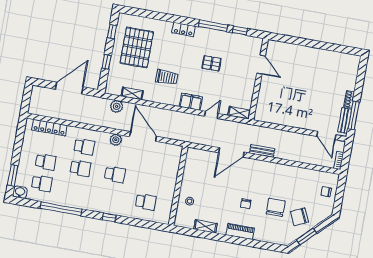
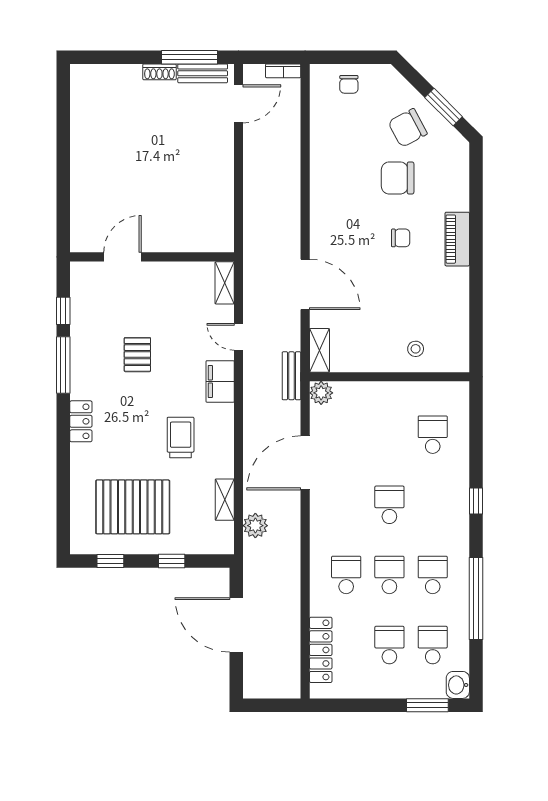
plant: (116, 140) -> (321, 393), moved
bench: (262, 151) -> (291, 376), moved
school desk: (77, 190) -> (433, 575), added
chair: (299, 217) -> (408, 128), turned 87
shelving: (205, 226) -> (319, 350), moved

